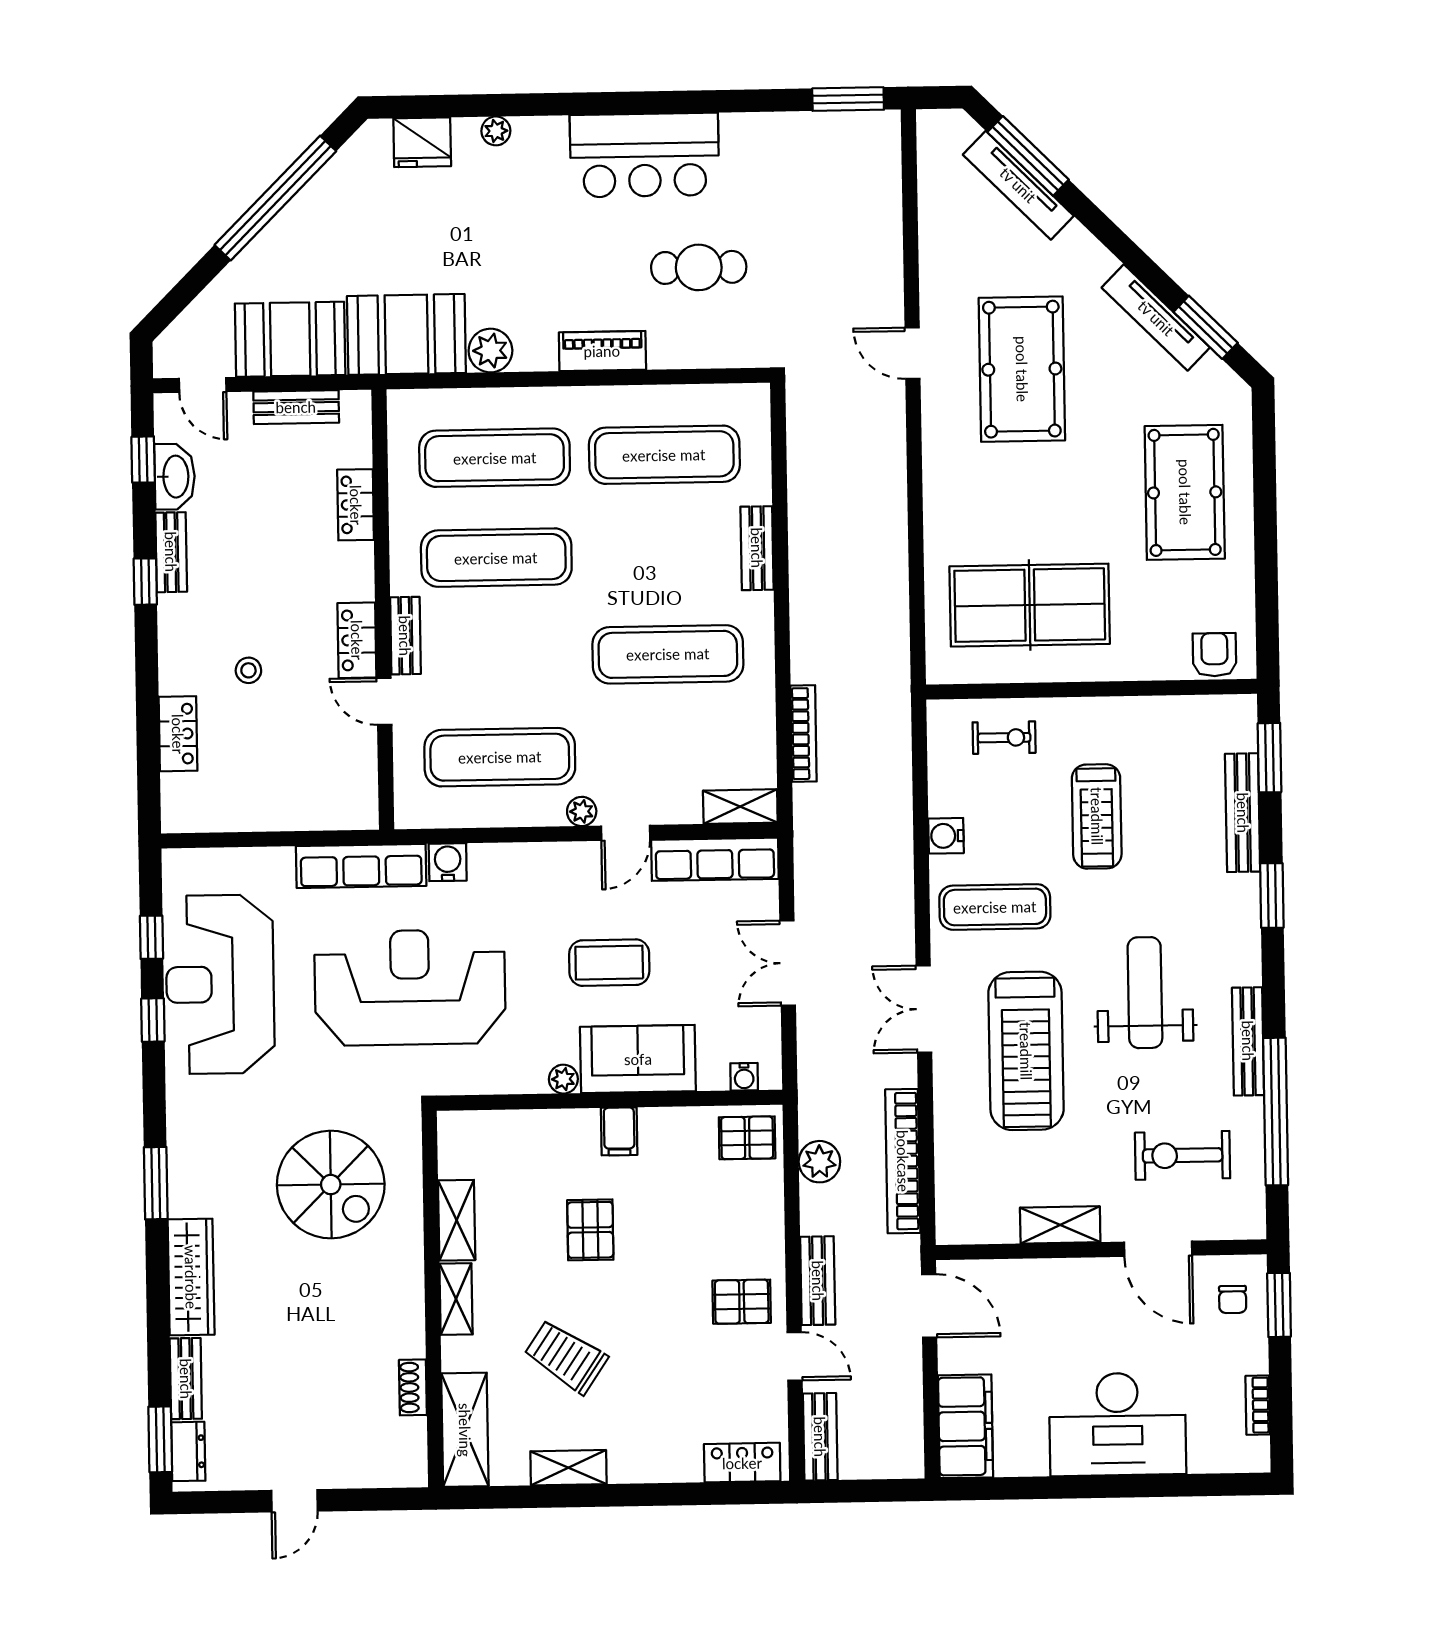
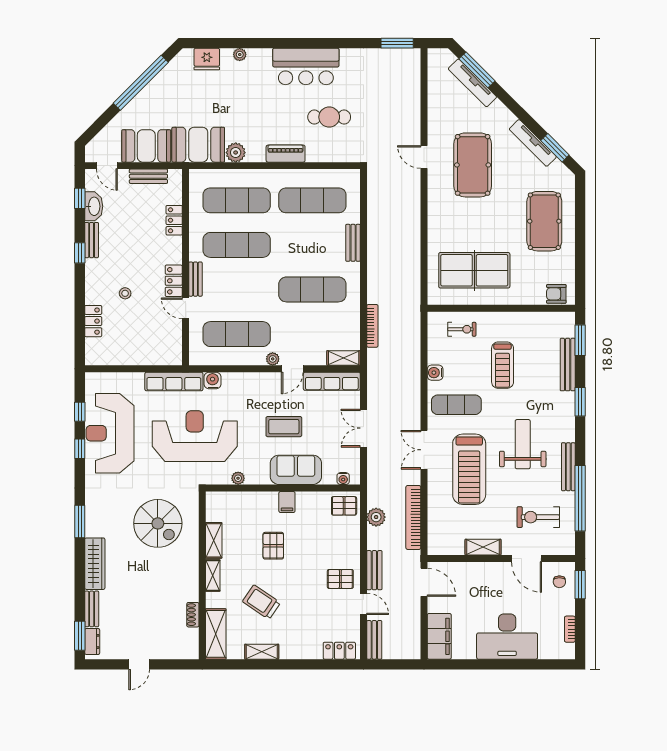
armchair: (1214, 655) -> (556, 294), turned -90
plant: (563, 1079) -> (238, 478), moved

